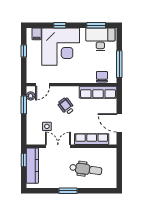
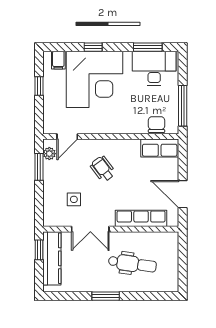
row of seats: (98, 92) -> (160, 148), width x0.68
double door: (58, 146) -> (90, 229), swing flipped

